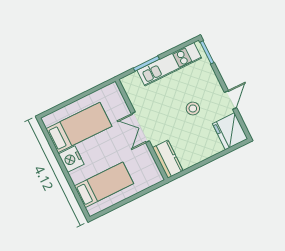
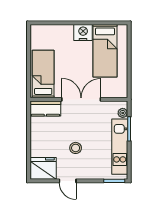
plant: (133, 78) -> (123, 113), added
double door: (140, 127) -> (81, 99), width x1.37
bed: (104, 185) -> (43, 74), moved, turned 180

